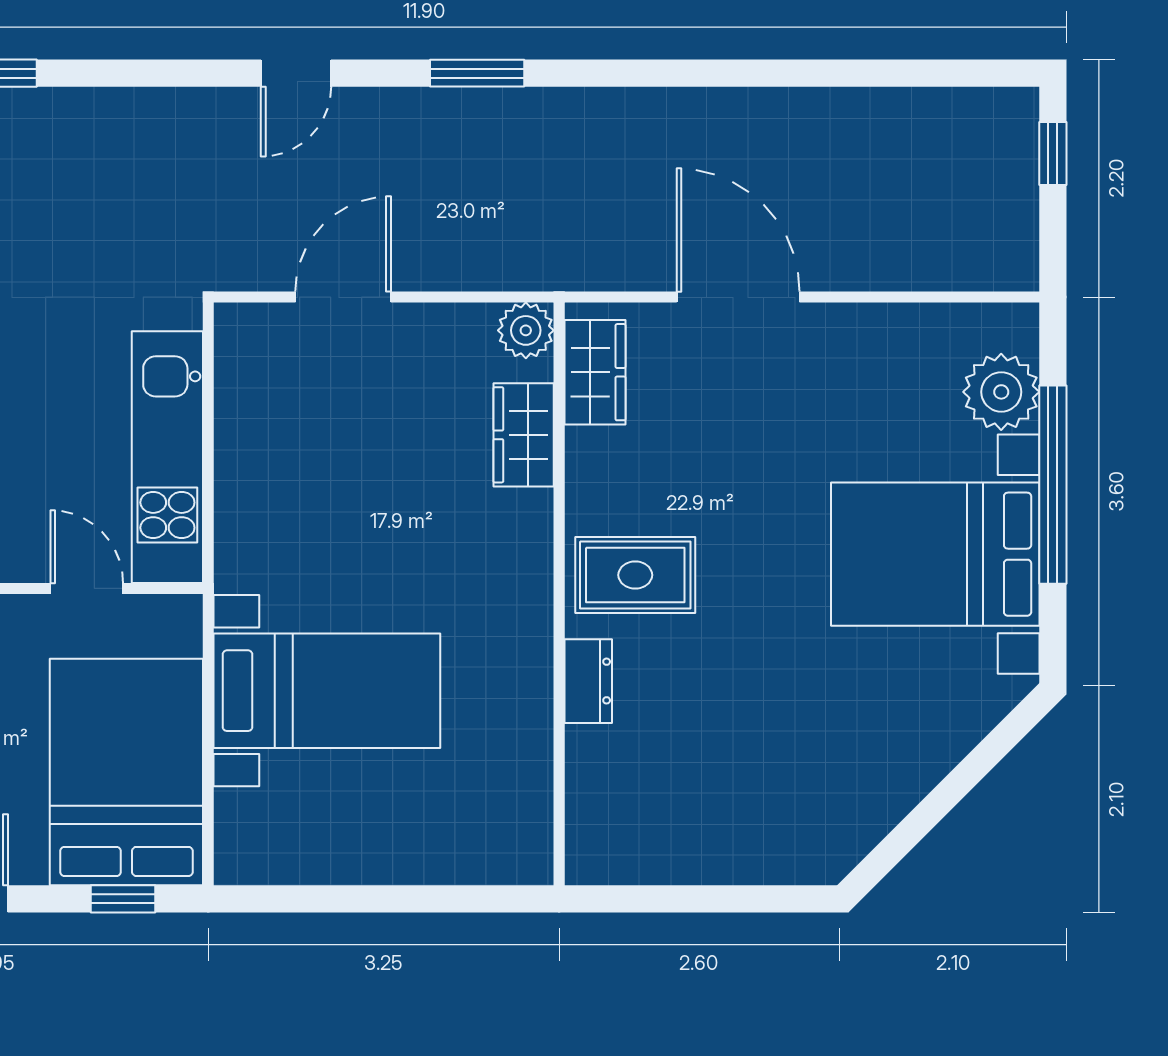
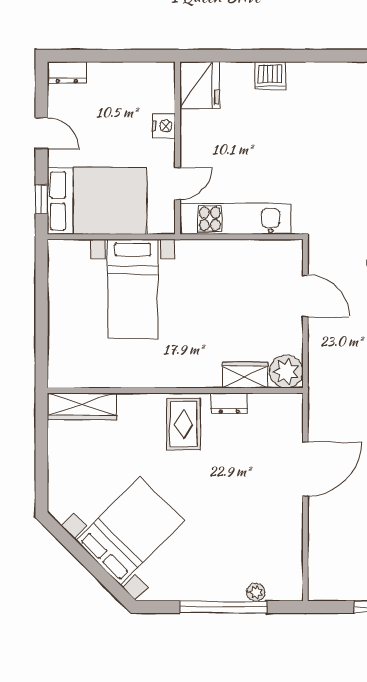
plant: (526, 330) -> (286, 371), width x1.36, depth x1.36
wardrobe: (595, 372) -> (82, 406), moved, width x1.50
plant: (1001, 392) -> (256, 592), width x0.53, depth x0.53
bed with nightstands: (935, 554) -> (130, 531), moved, turned 45
dresser: (588, 681) -> (229, 403), moved

